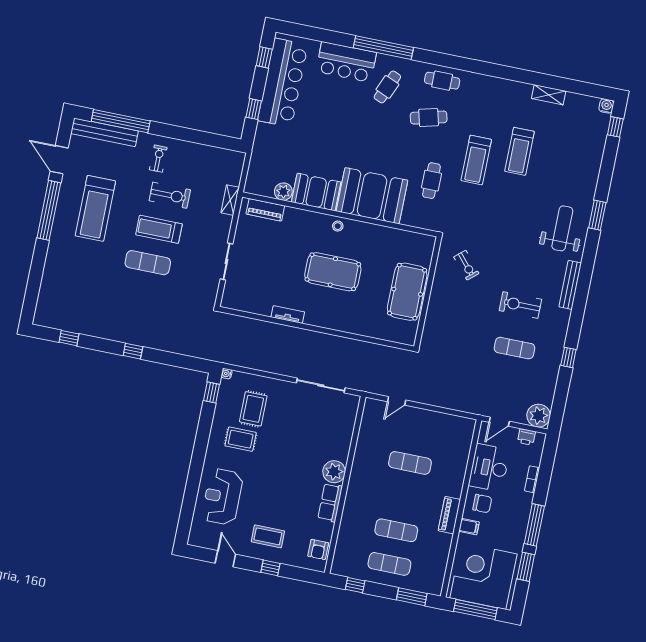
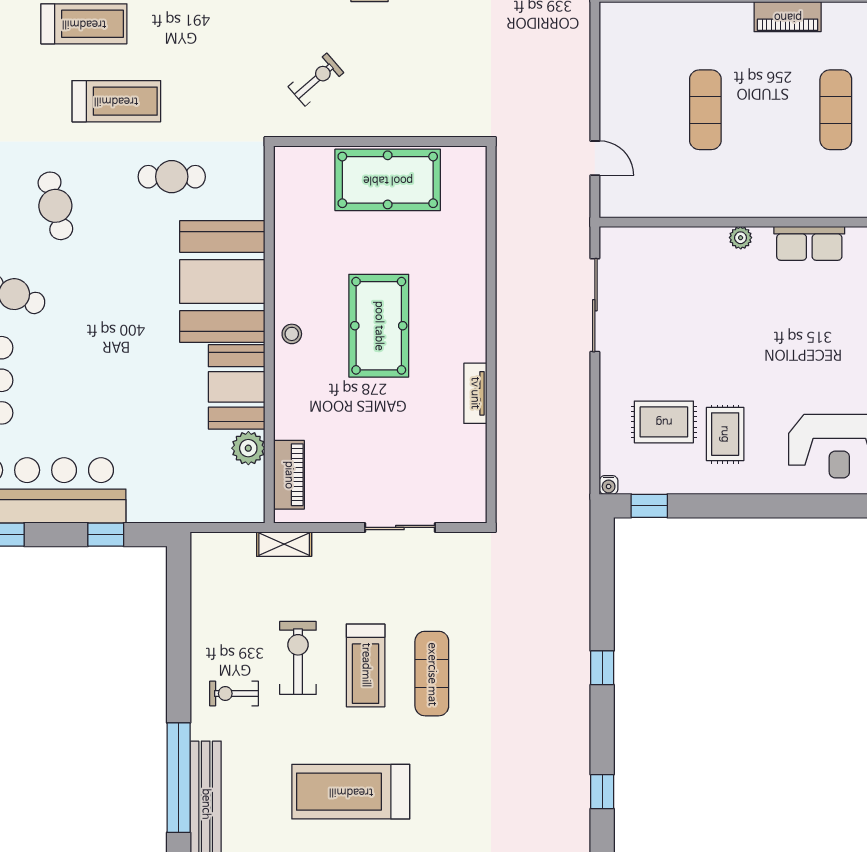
treadmill: (95, 208) -> (351, 792), turned 180
plant: (334, 472) -> (741, 238), width x0.53, depth x0.53

